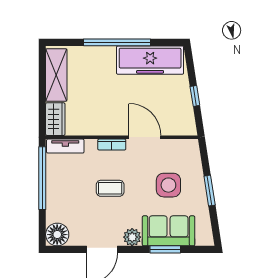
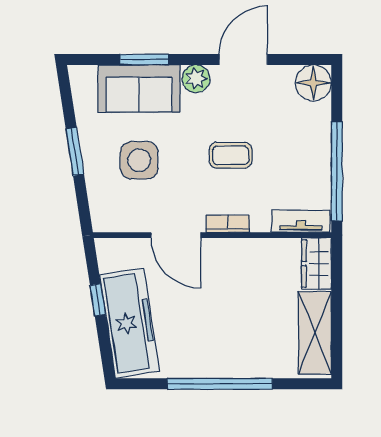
freezer: (150, 60) -> (129, 323), moved, turned 81

